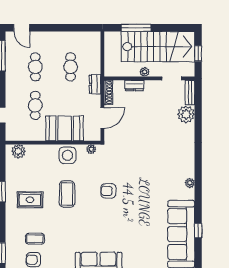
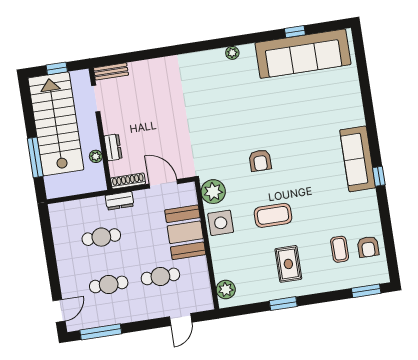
plant: (145, 72) -> (96, 156), moved
plant: (186, 114) -> (141, 72), removed
plant: (91, 149) -> (213, 192), width x1.87, depth x1.87

